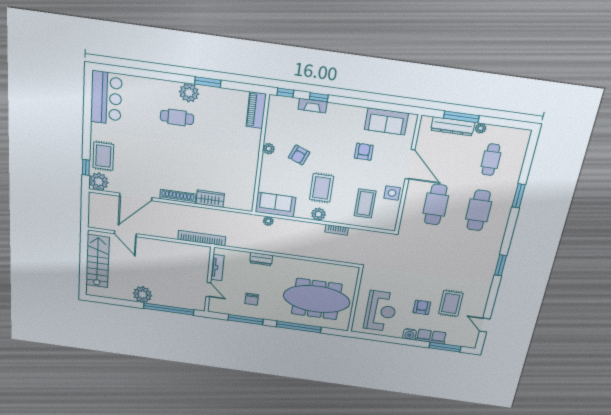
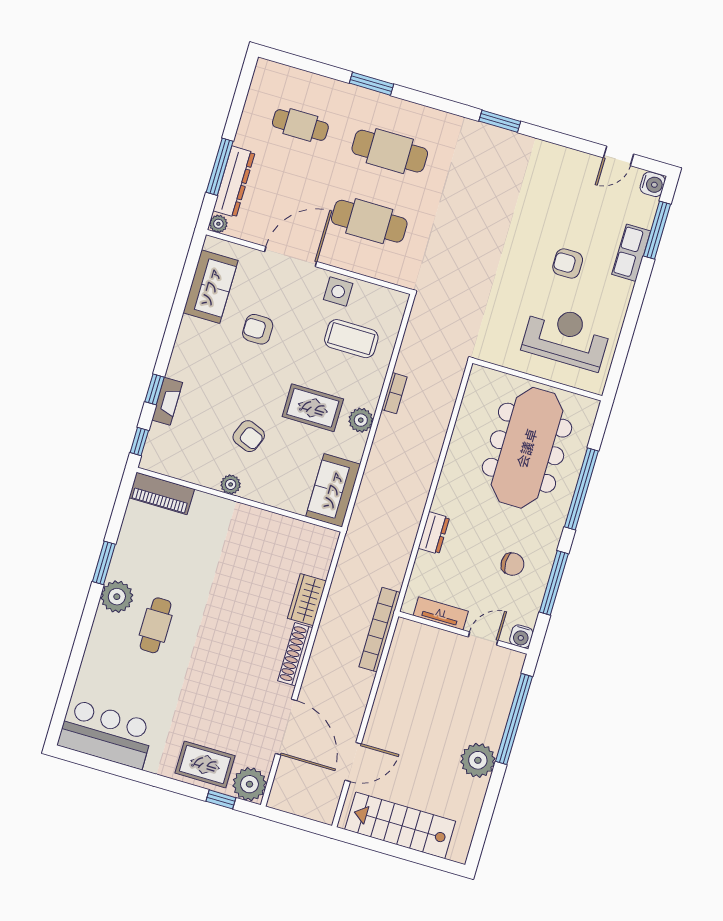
plant: (481, 128) -> (218, 224), moved
plant: (268, 221) -> (362, 508), removed
rug: (451, 303) -> (566, 212), removed
water cooler: (214, 308) -> (521, 636), added
water cooler: (410, 334) -> (653, 184), moved

